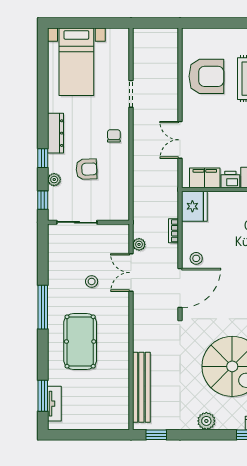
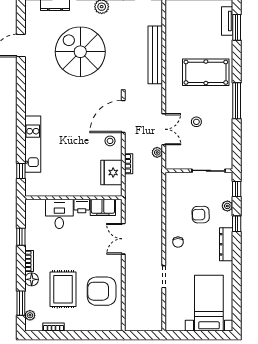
double door: (180, 140) -> (123, 239), swing flipped
fridge: (194, 206) -> (111, 173), moved
pool table: (80, 341) -> (206, 72), turned 90
bench: (141, 387) -> (155, 55), moved

